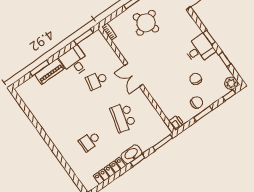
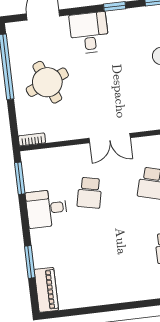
desk: (199, 49) -> (89, 33), moved
piano: (50, 71) -> (46, 290), moved

